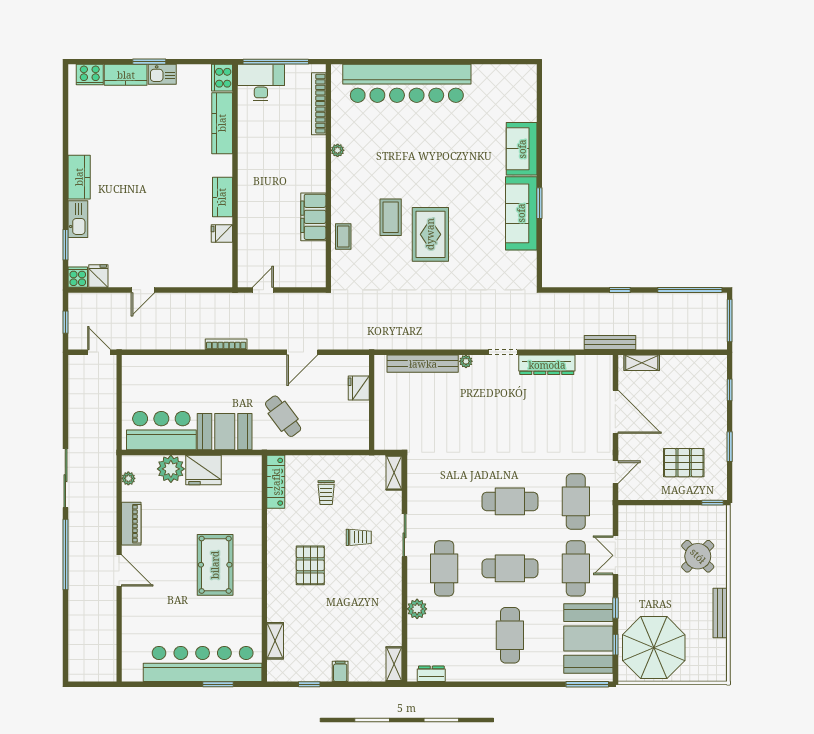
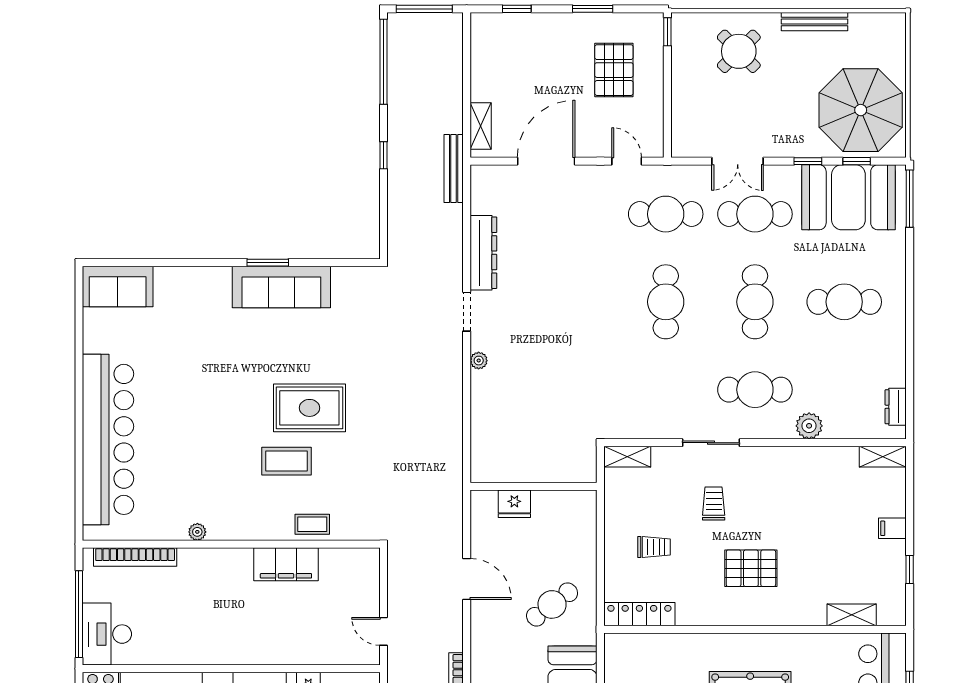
sofa: (522, 149) -> (118, 286), moved
bench: (423, 364) -> (482, 418), removed

